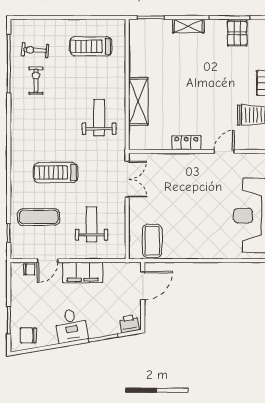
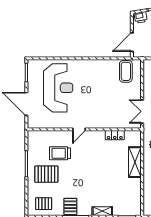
locker: (186, 143) -> (115, 135), moved

